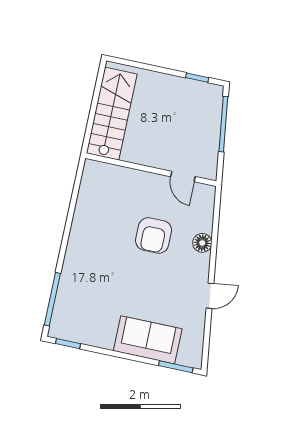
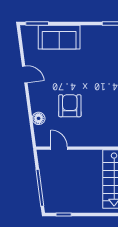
floor lamp: (202, 243) -> (39, 118), moved
door: (210, 296) -> (25, 74), swing flipped

